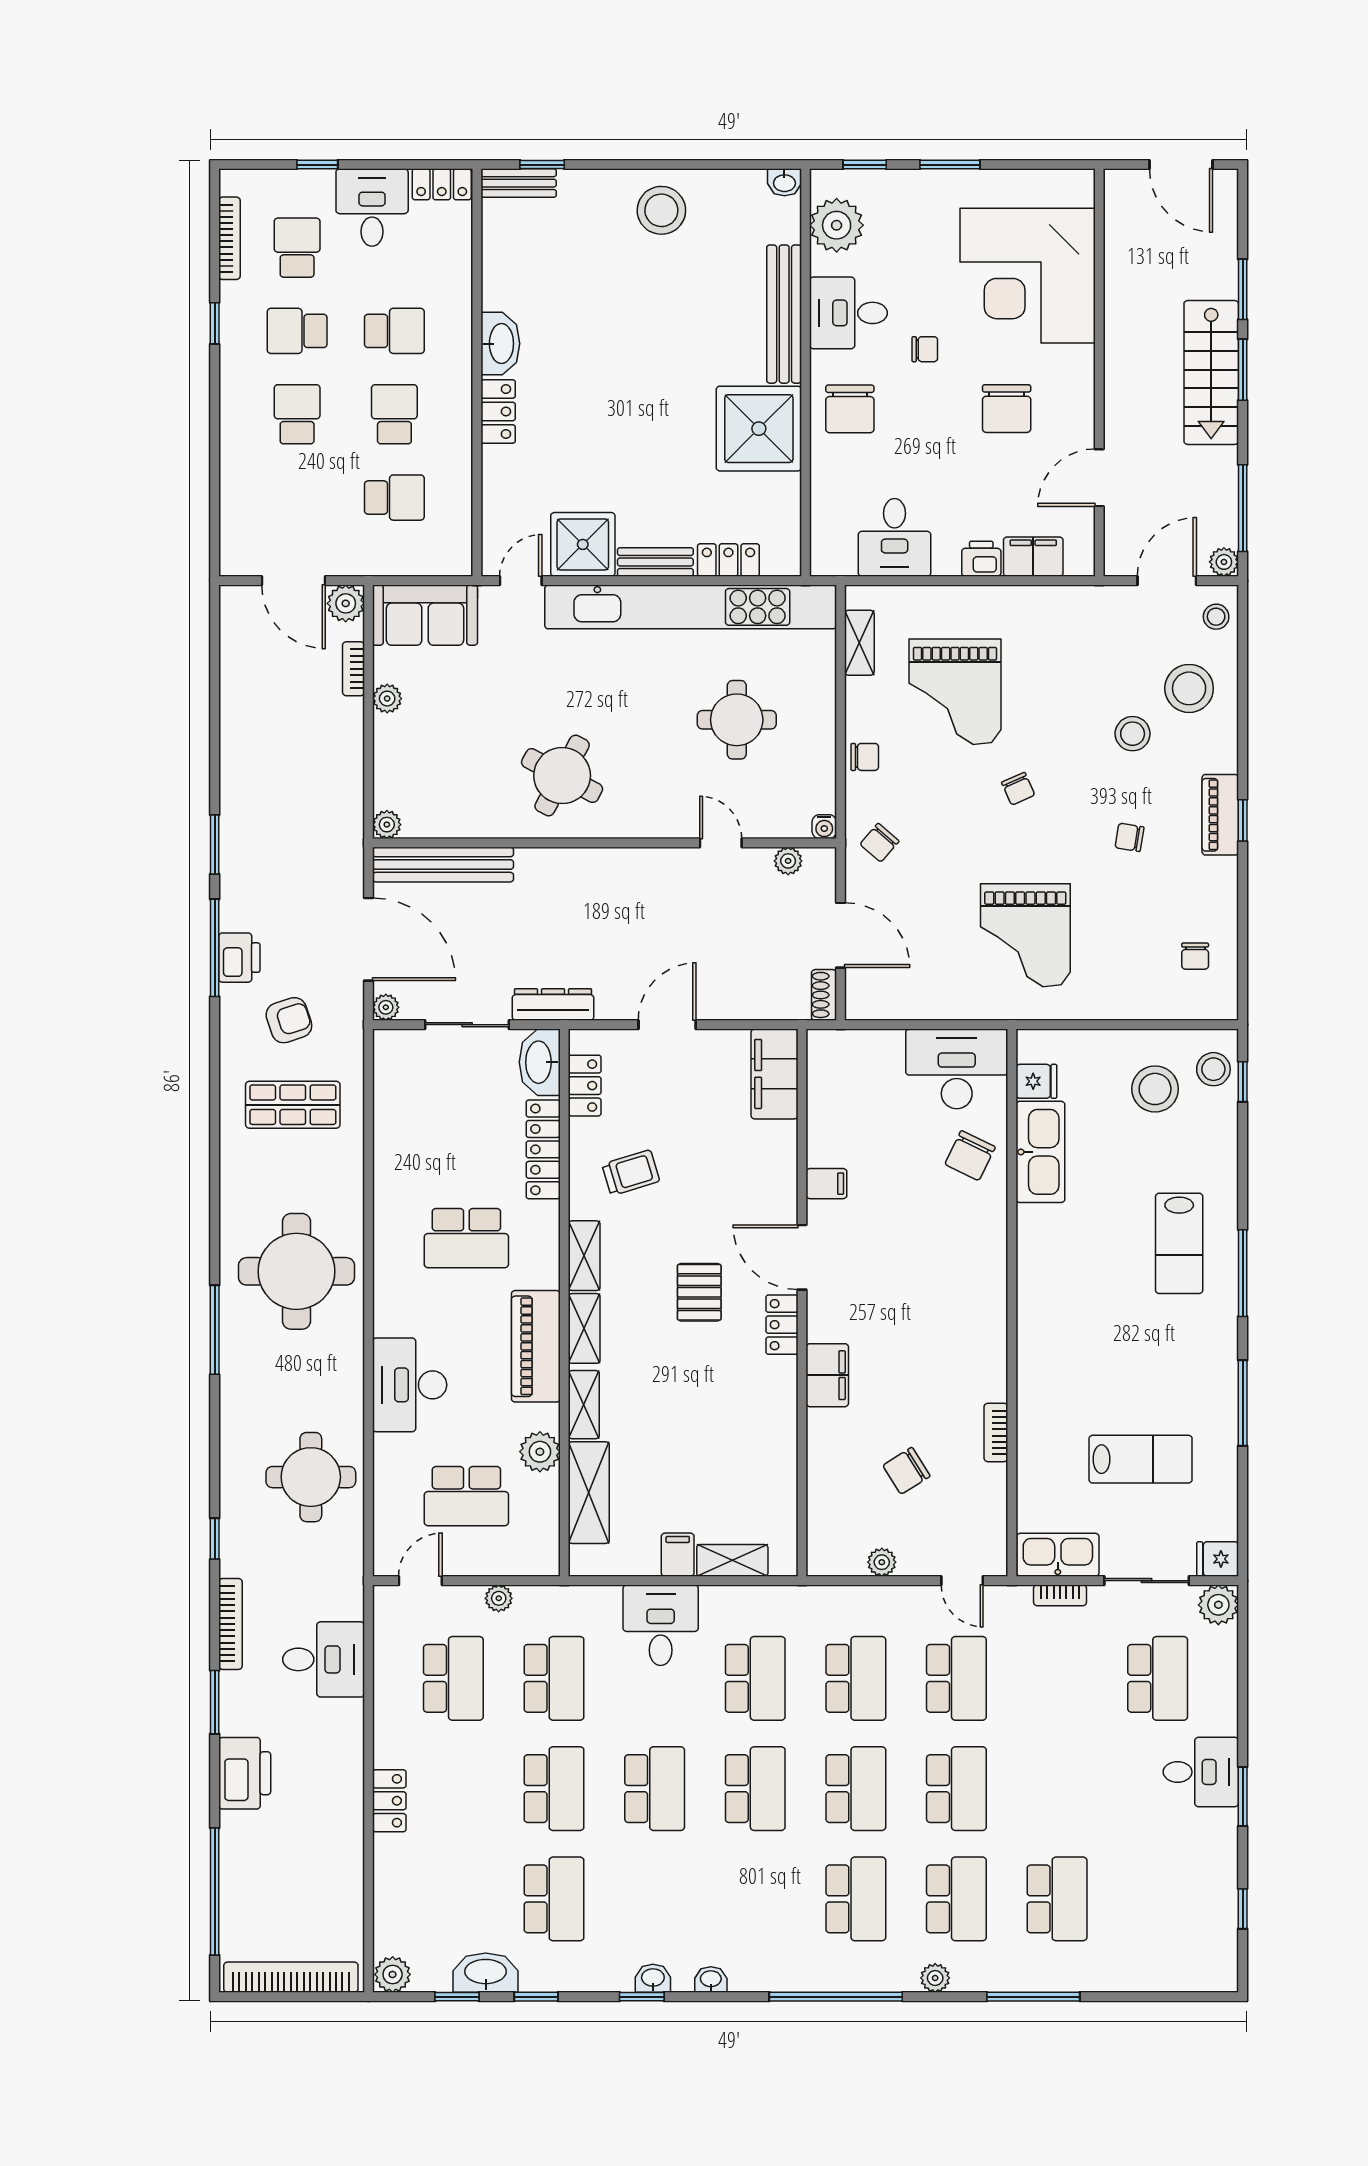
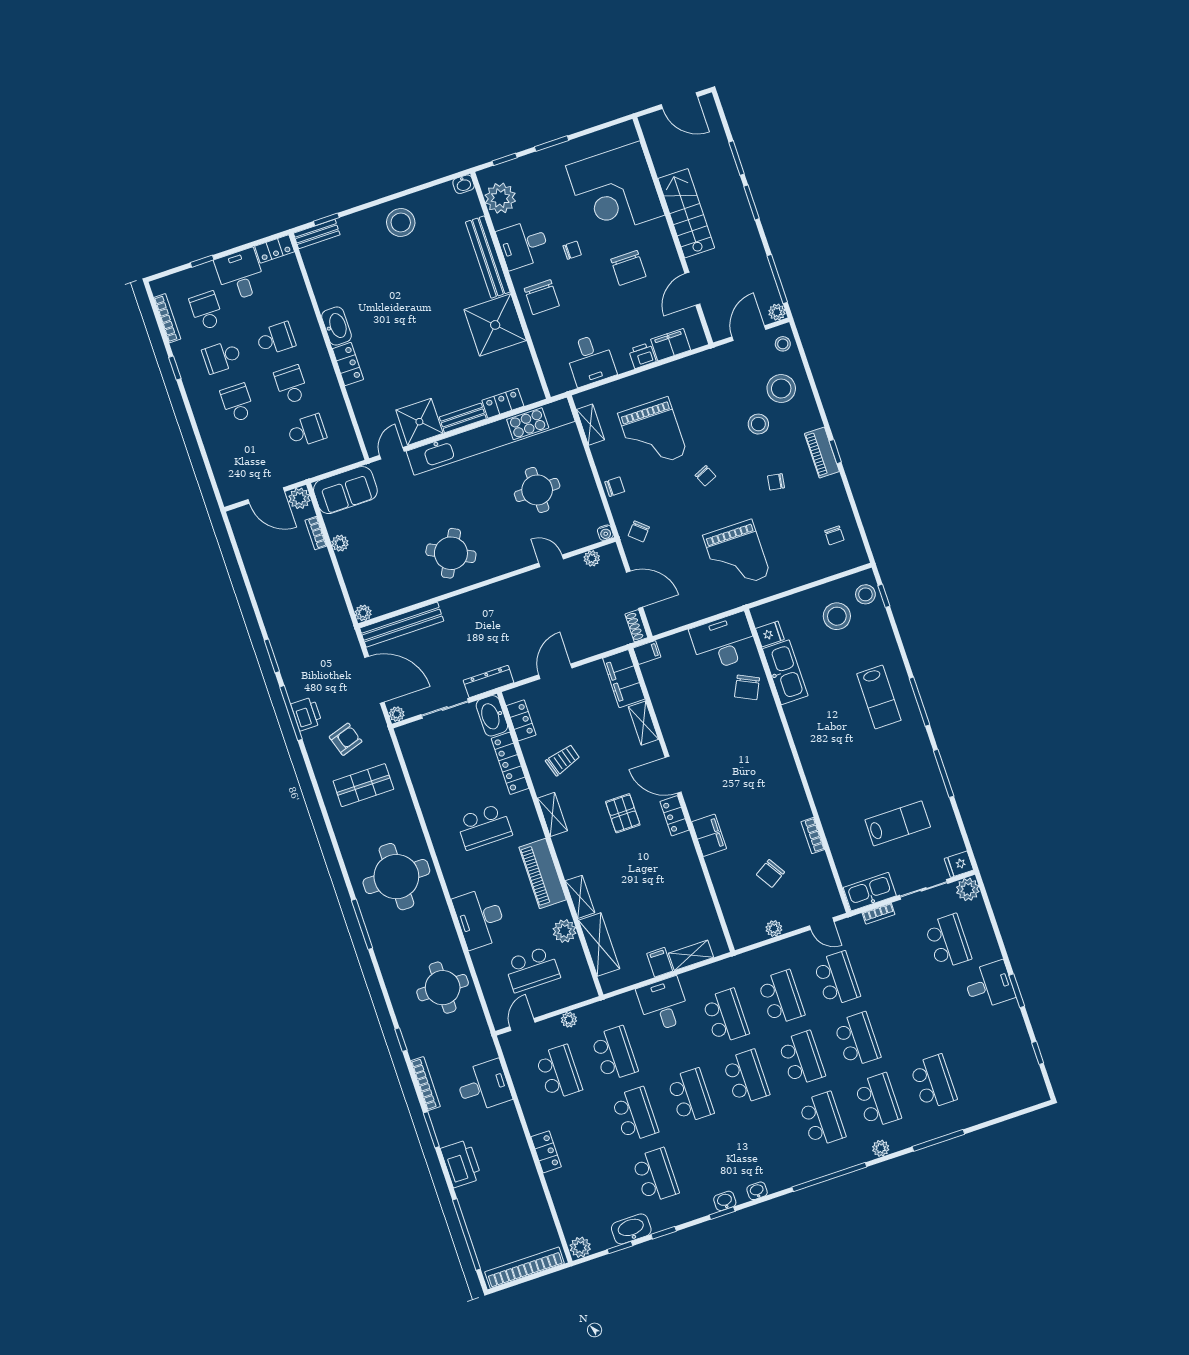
stairs: (1211, 372) -> (686, 213), moved, turned 180
filing cabinet: (826, 1184) -> (647, 652), moved
shelving: (584, 1328) -> (643, 723), moved

